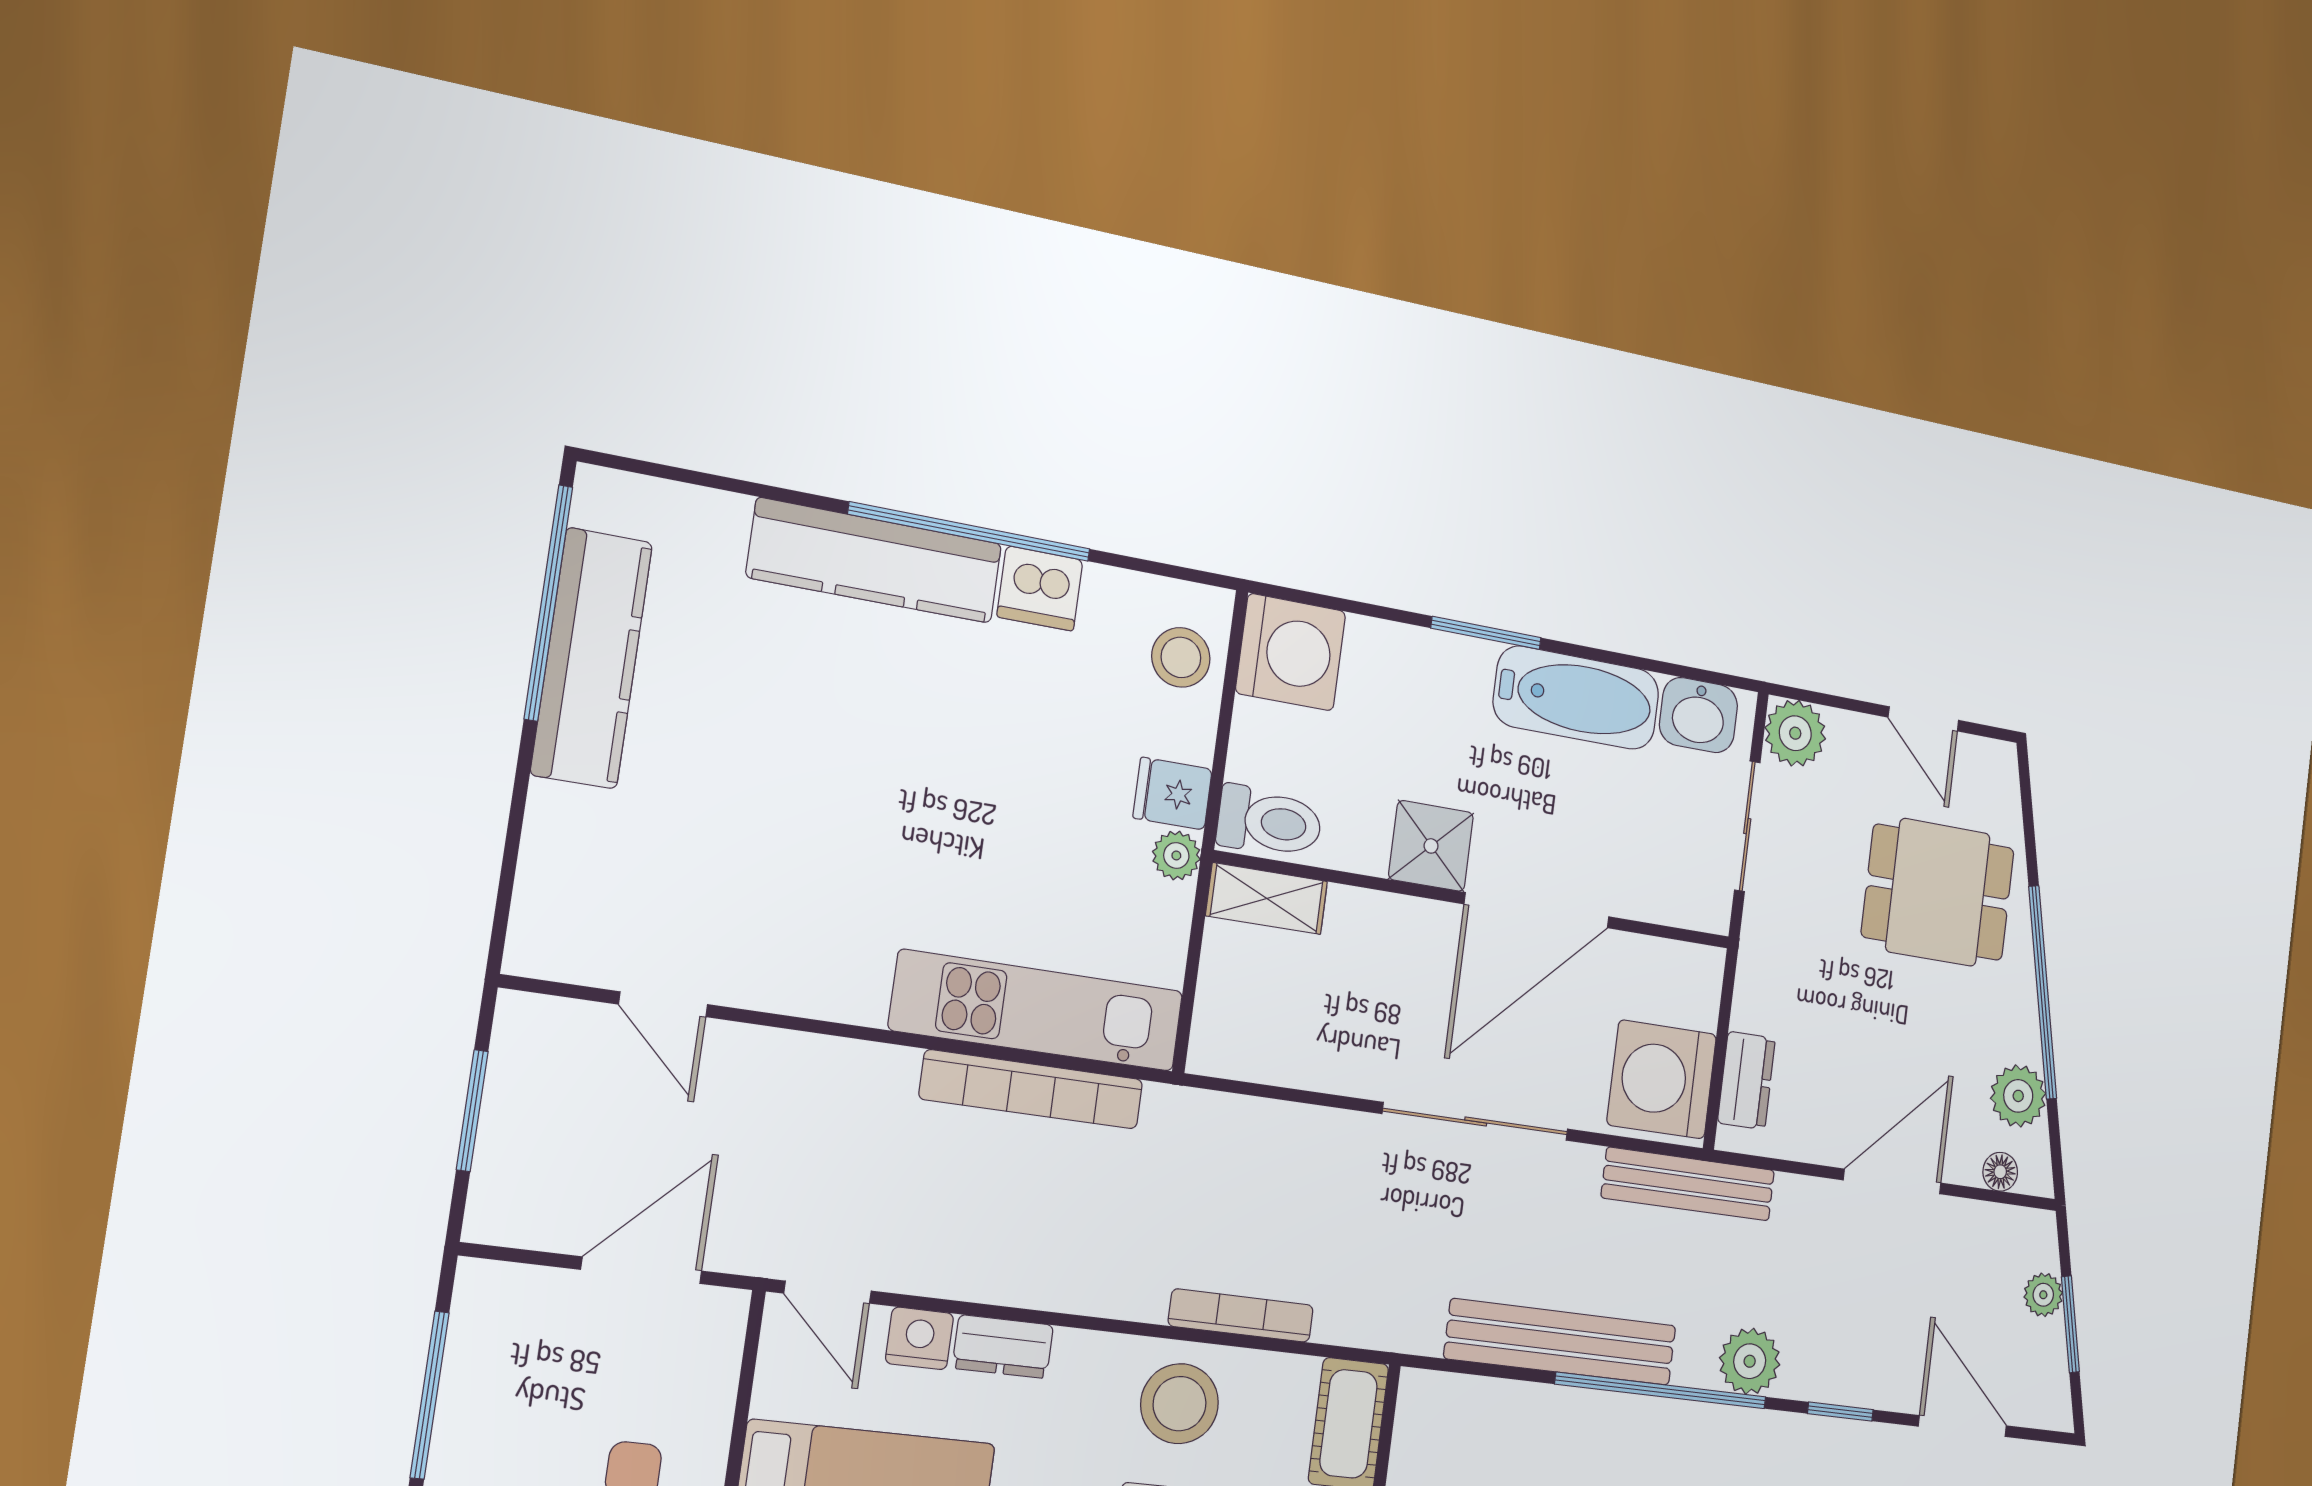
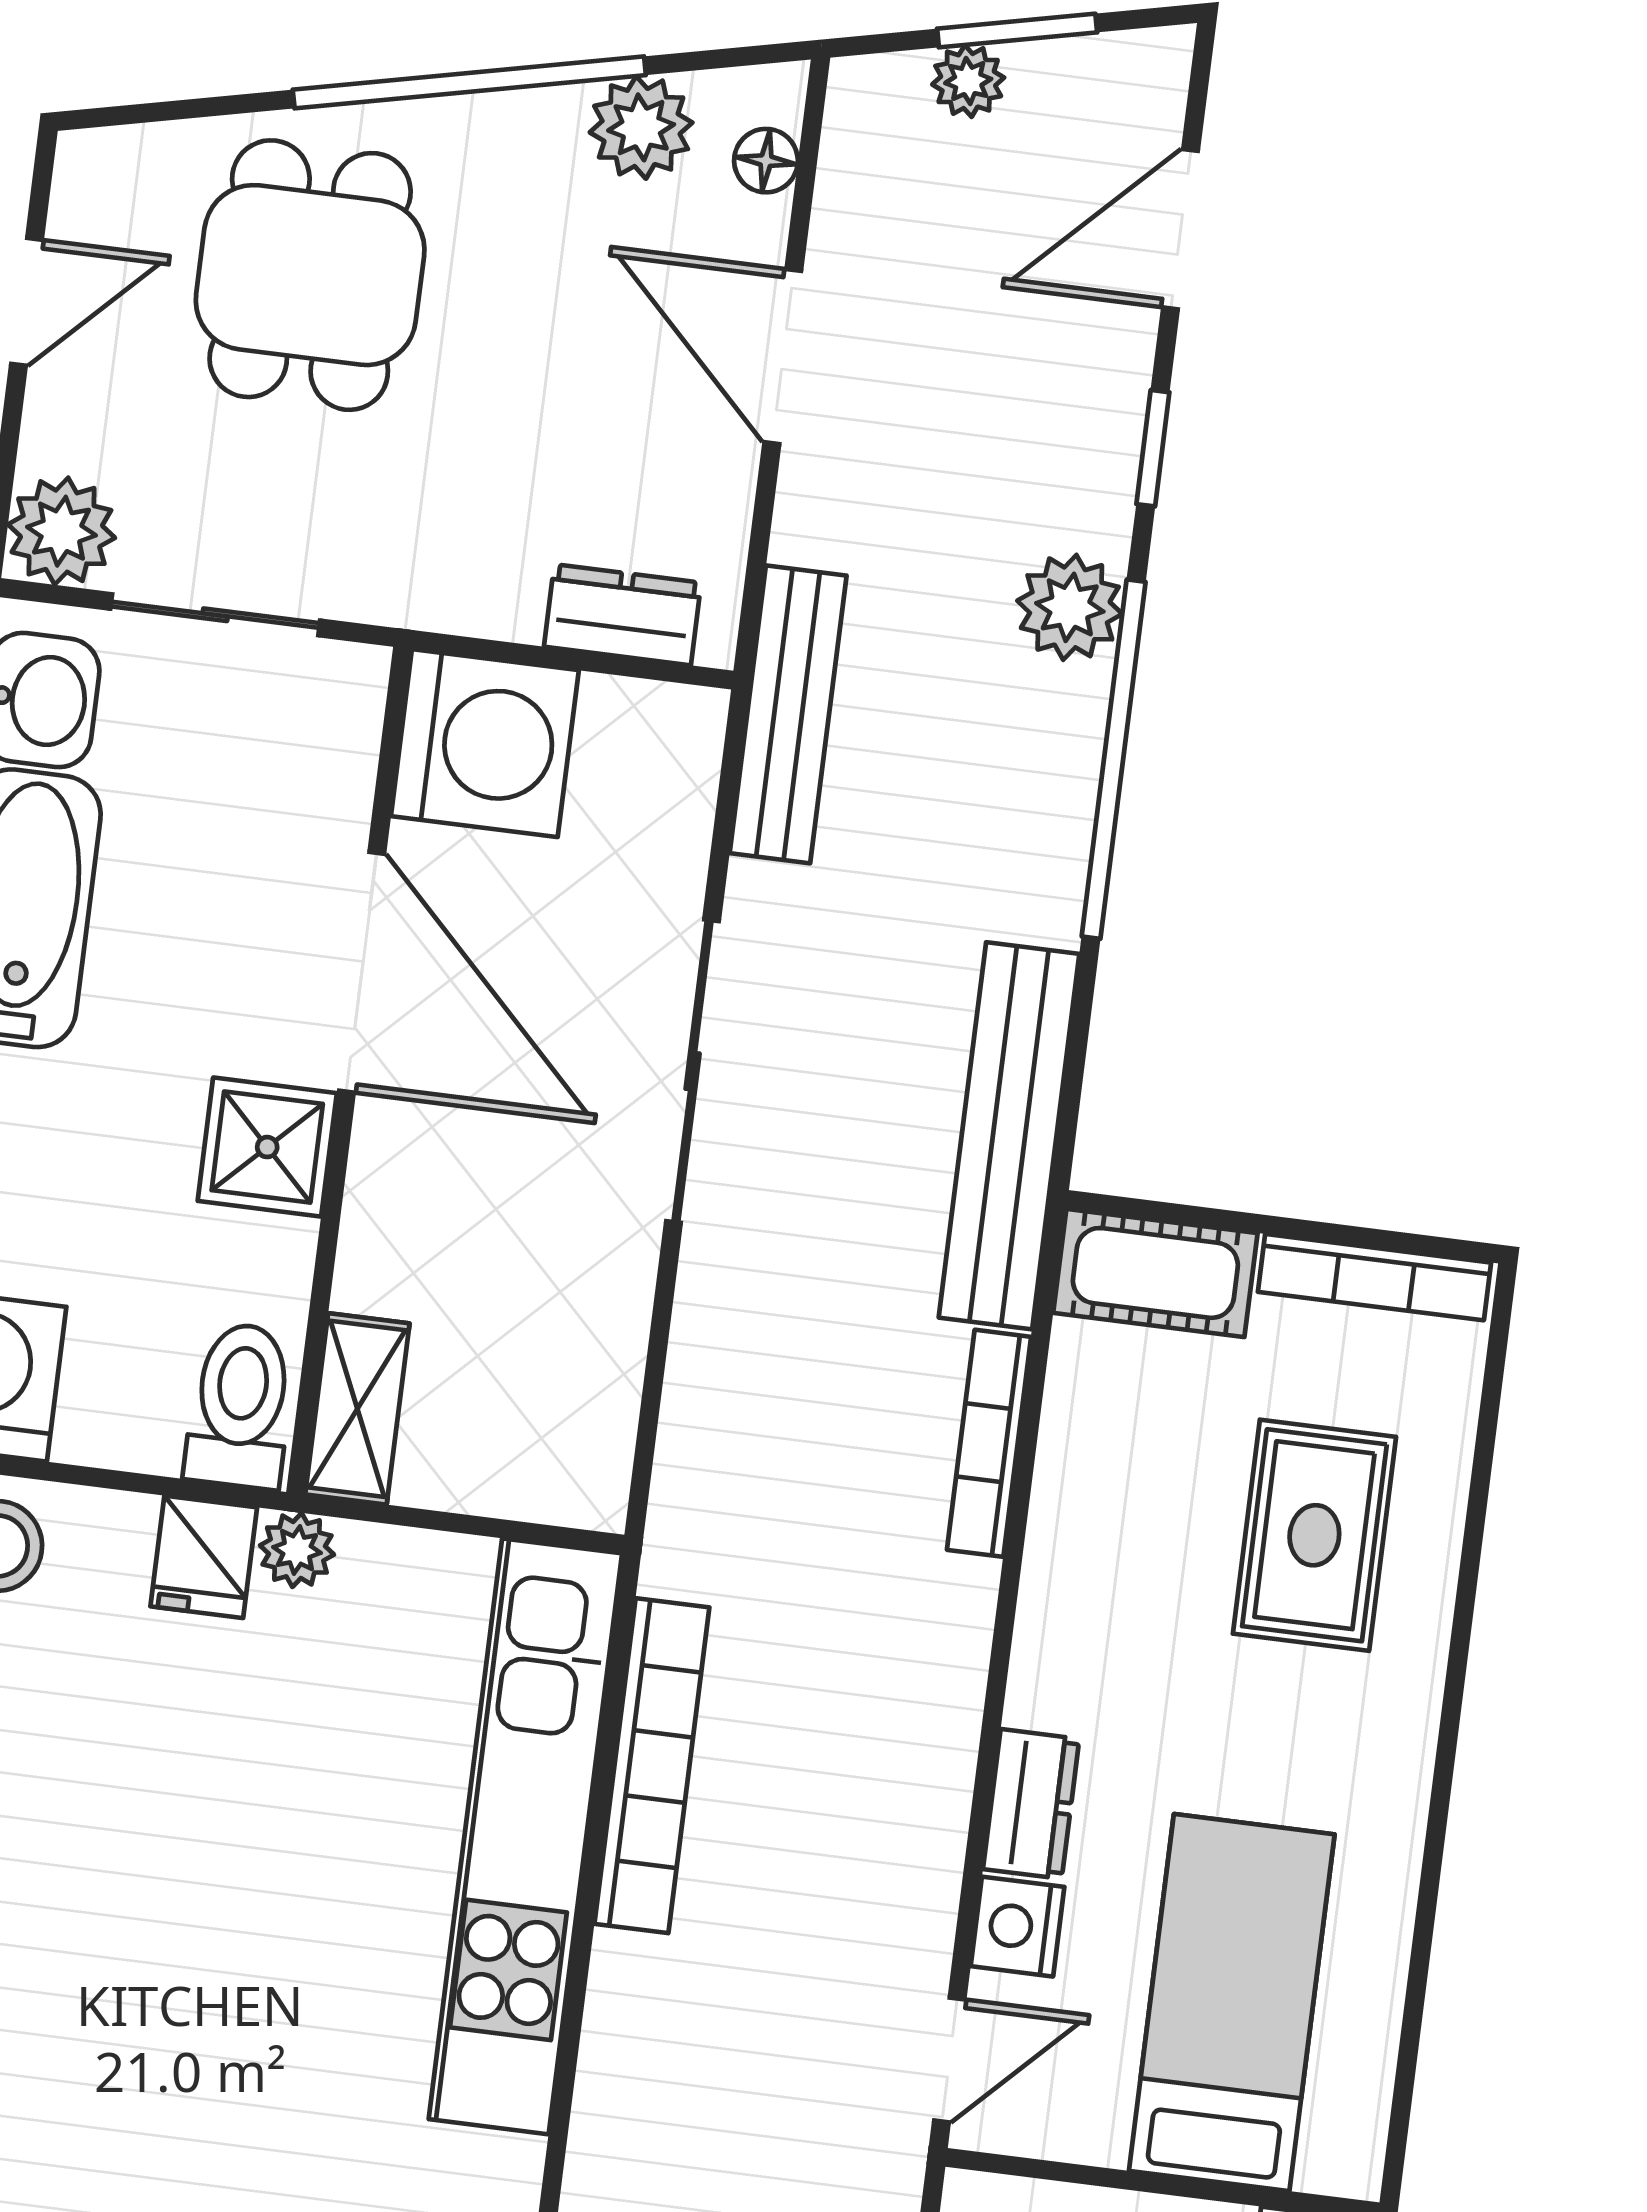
kitchen unit: (1037, 1011) -> (525, 1836), width x1.36
washing machine: (1662, 1079) -> (485, 743), moved, turned -90
bench: (1561, 1342) -> (1009, 1136), moved
stool: (1180, 1404) -> (1120, 1537), removed

